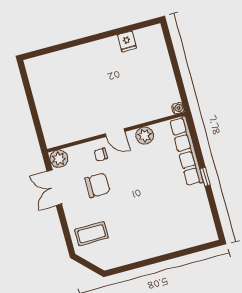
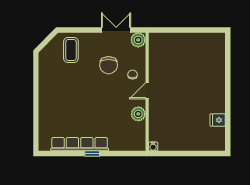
row of seats: (187, 151) -> (80, 144), moved

